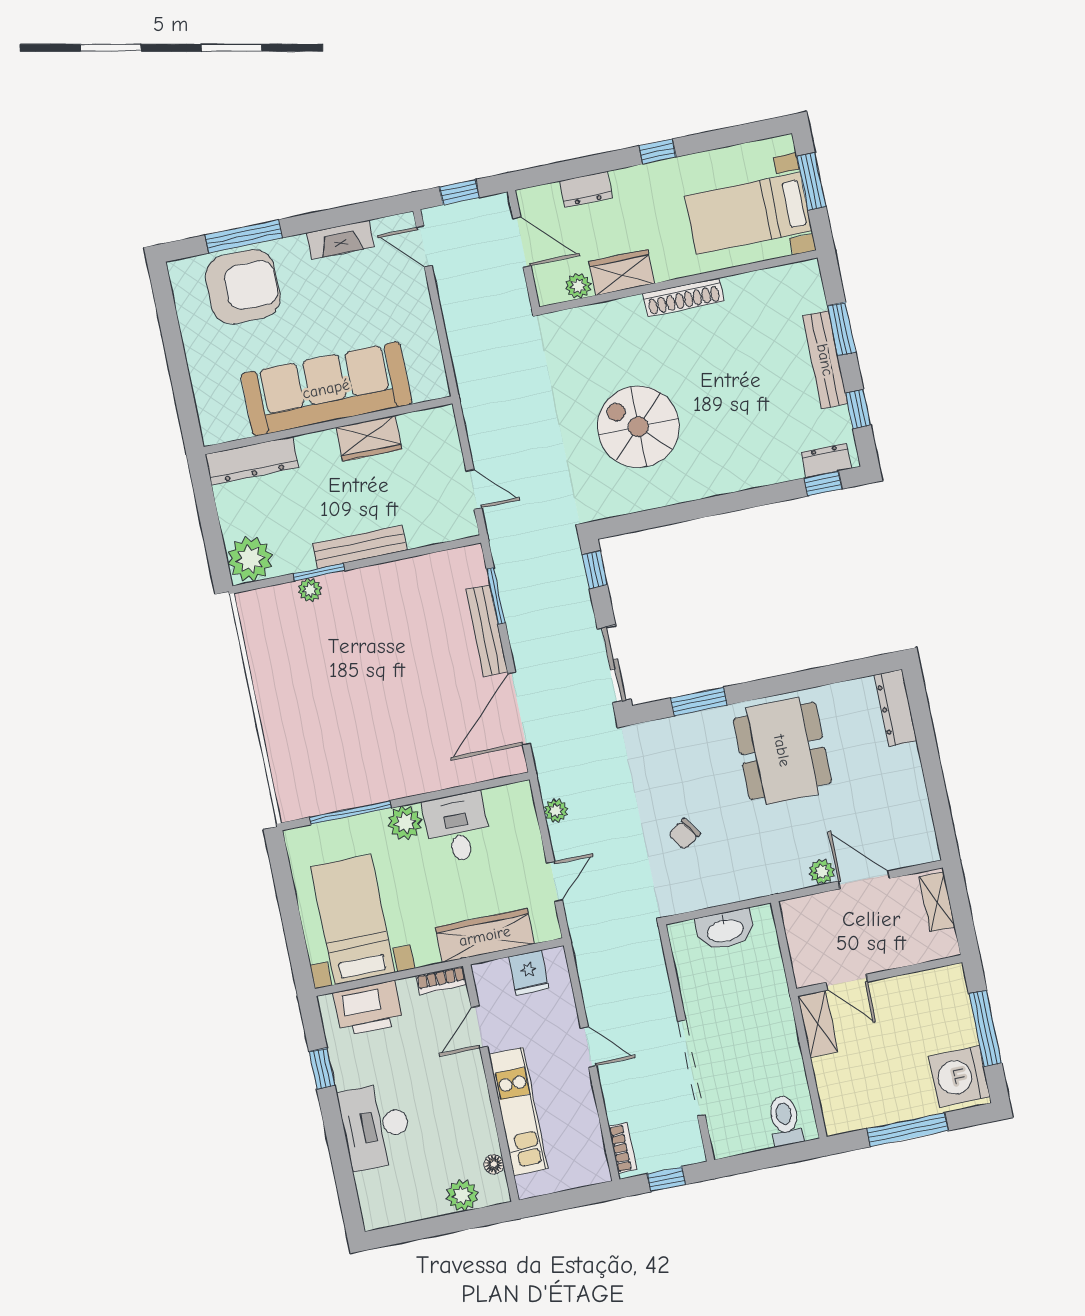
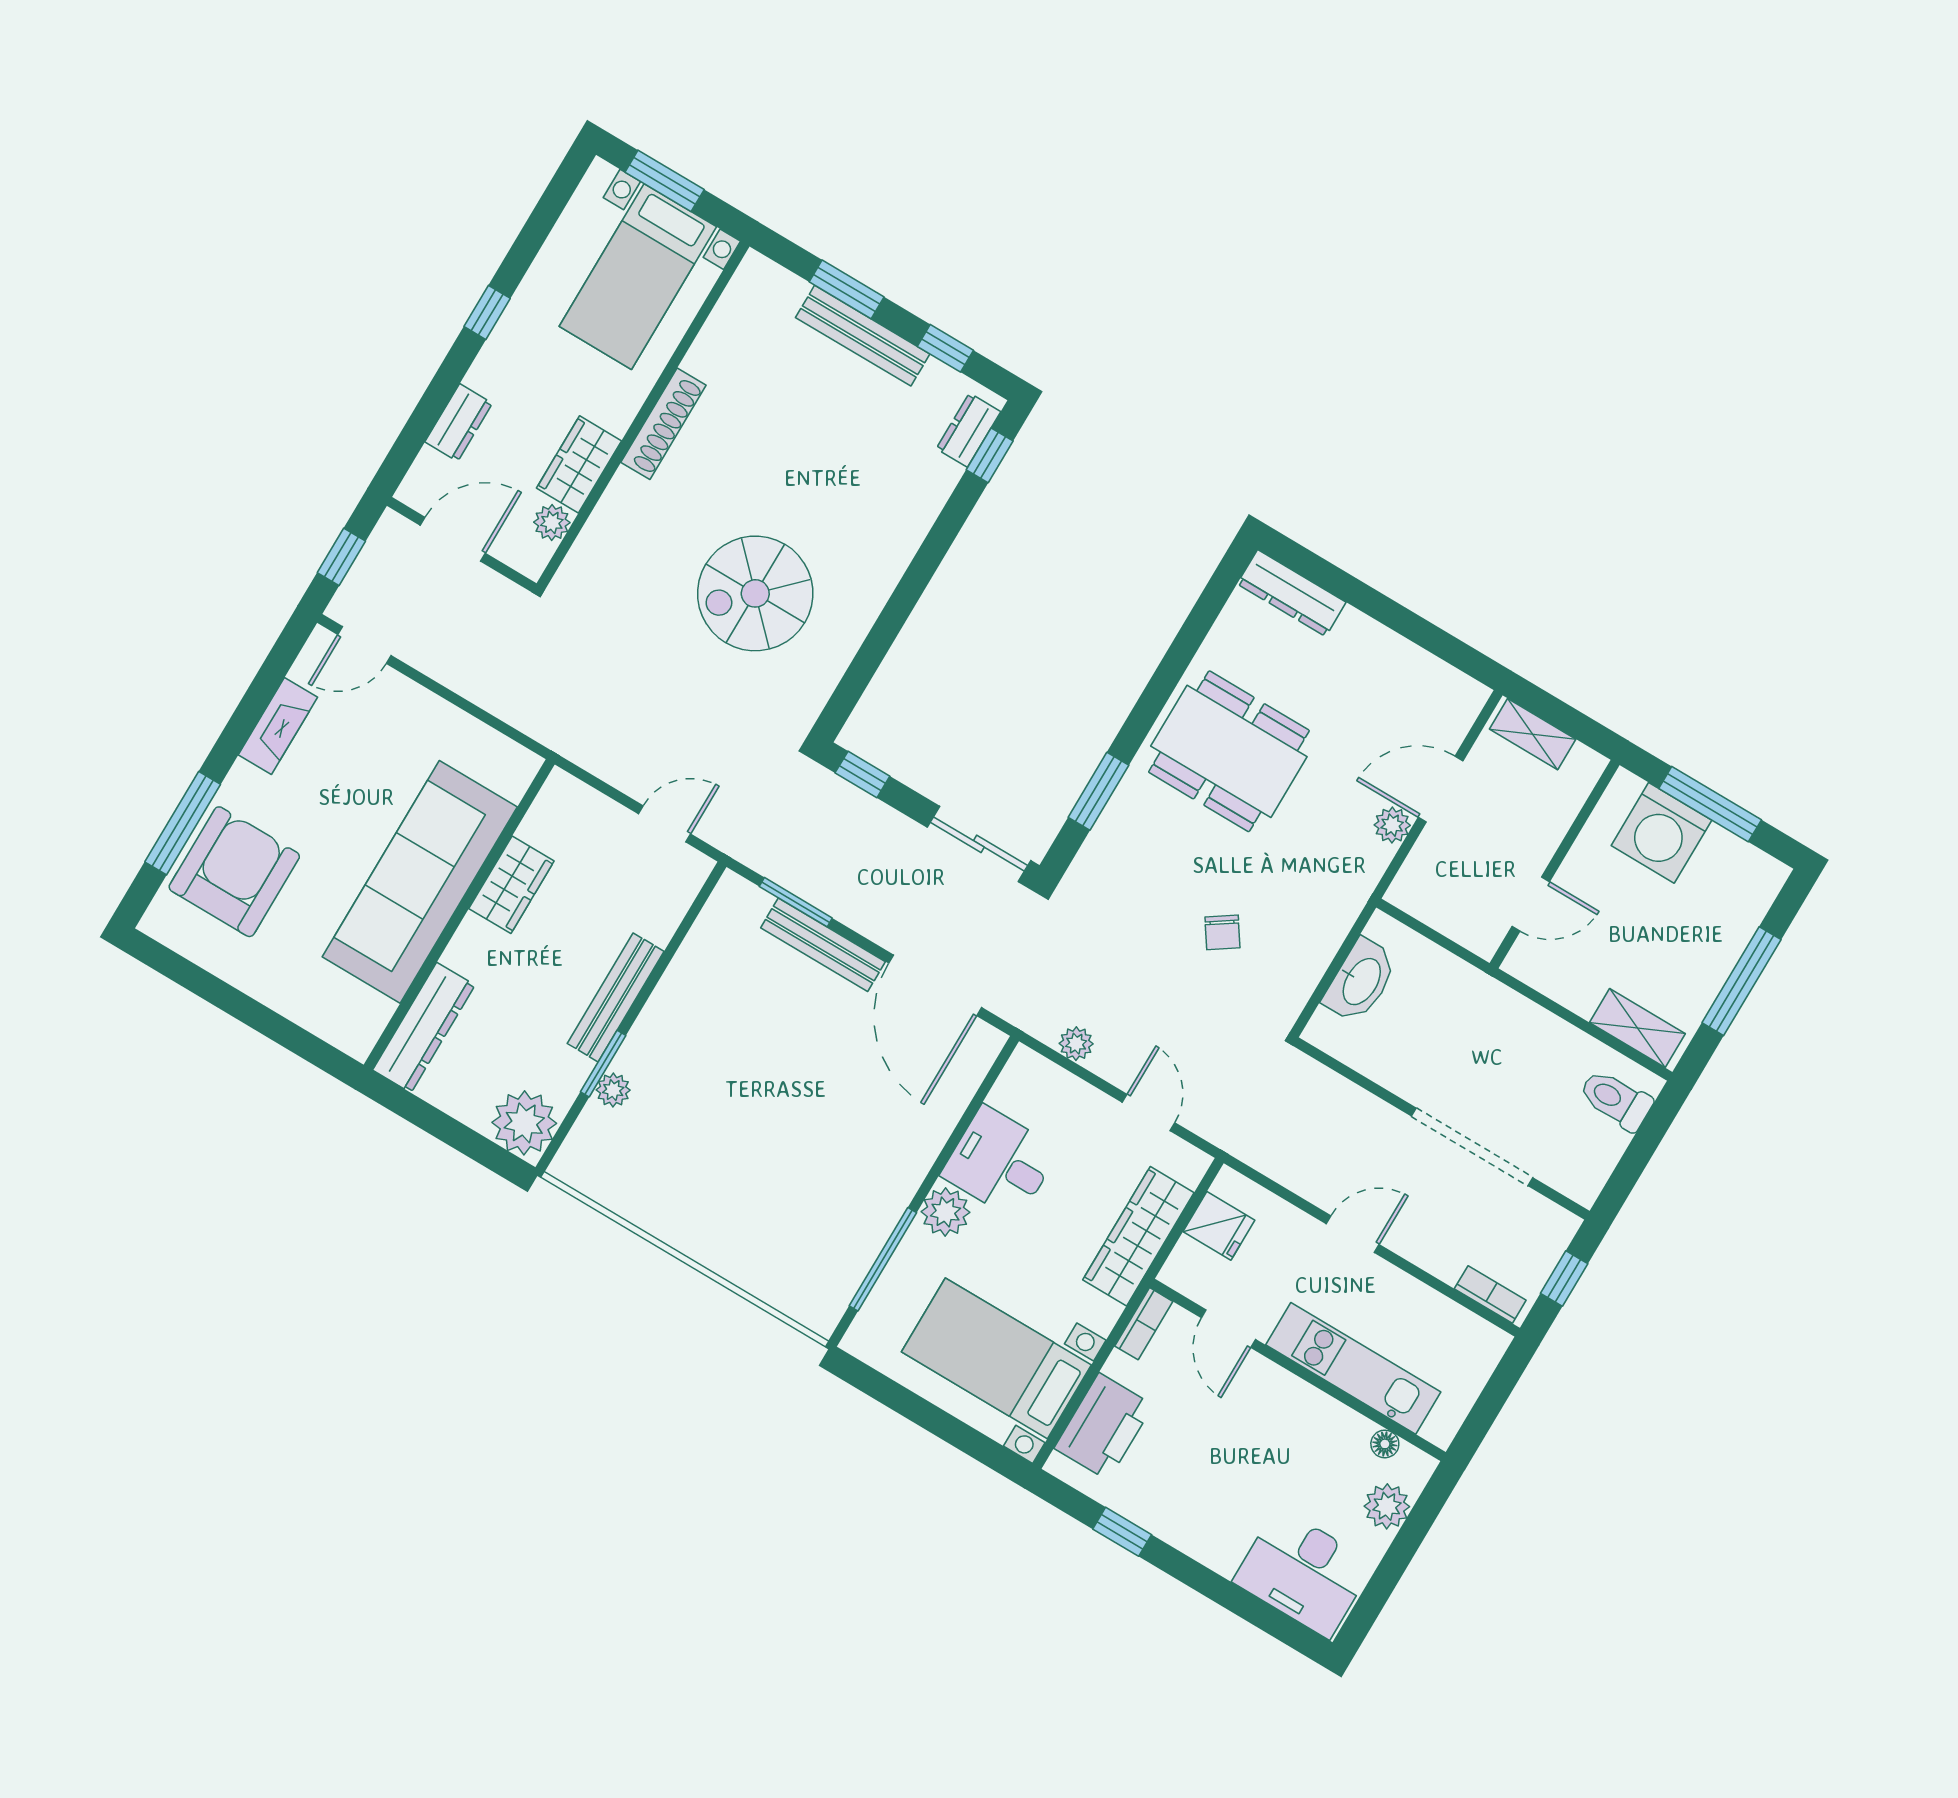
shelving: (818, 1024) -> (1637, 1028), moved
washing machine: (959, 1076) -> (1661, 833), moved
desk: (376, 1126) -> (1303, 1573), moved

